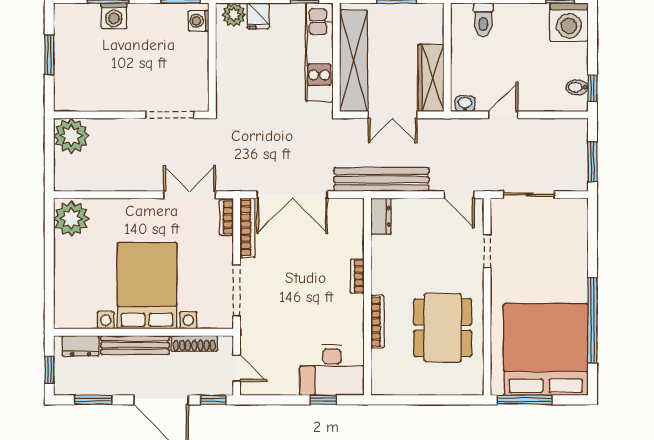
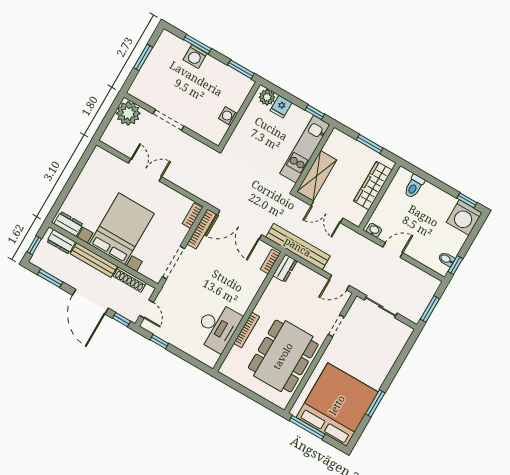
washing machine: (199, 21) -> (228, 116), moved
shelving: (354, 61) -> (317, 176), width x0.68
wardrobe: (431, 78) -> (373, 186), moved
doorway: (170, 115) -> (168, 120), moved
double door: (190, 195) -> (145, 170), moved
door: (459, 195) -> (339, 282), hinge flipped
plant: (71, 219) -> (100, 163), removed
bookcase: (357, 276) -> (270, 261), moved
dresser: (77, 318) -> (68, 224), added
window: (592, 320) -> (375, 403), width x0.47
dining table: (443, 328) -> (283, 356), width x1.36, depth x1.24
desk: (332, 370) -> (217, 327), moved, turned -90
window: (323, 400) -> (159, 342), moved

